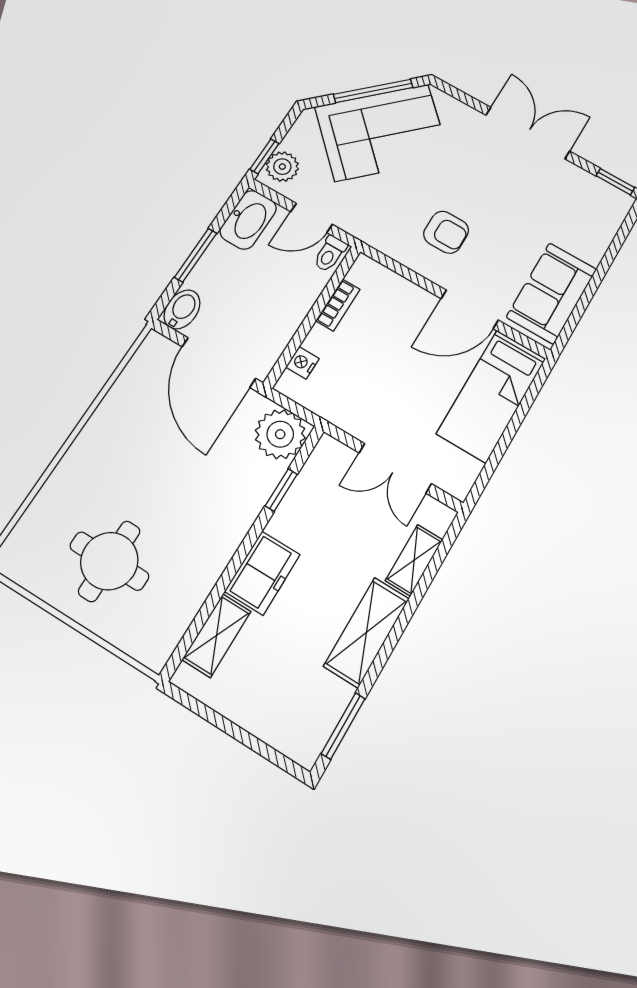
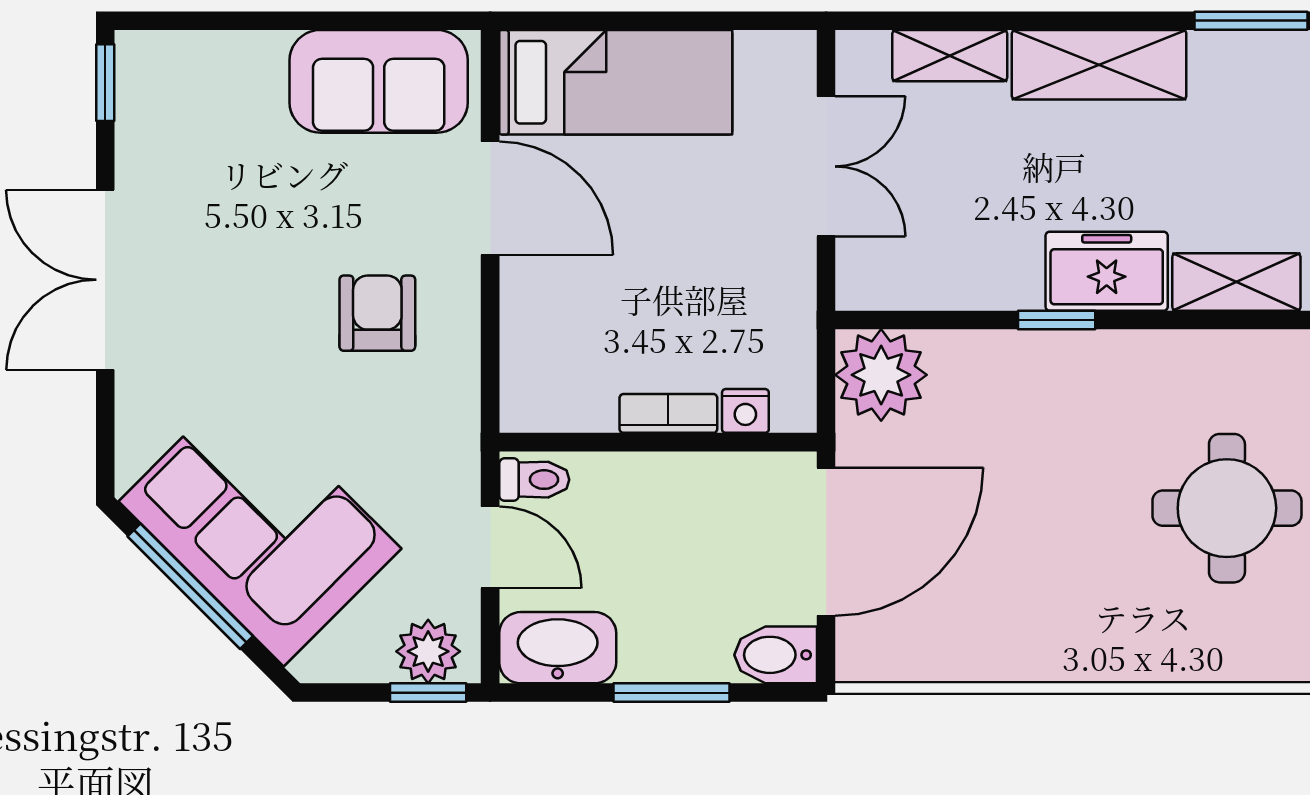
bookcase: (338, 305) -> (668, 413), moved
window: (281, 490) -> (1057, 320), moved

